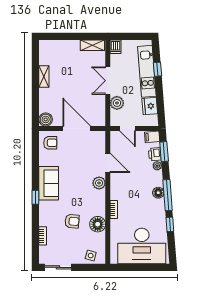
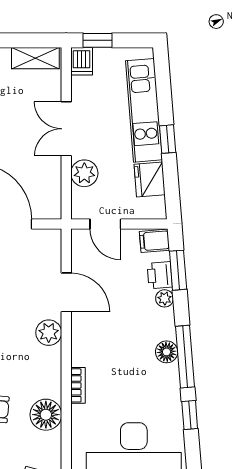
window: (124, 36) -> (98, 40), added
window: (157, 69) -> (168, 139), moved

